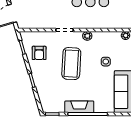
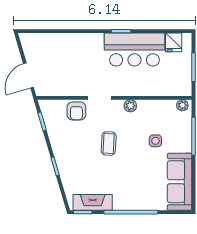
armchair: (39, 53) -> (76, 111), moved
coffee table: (71, 64) -> (109, 143), width x0.54, depth x0.58
fireplace: (79, 107) -> (93, 202), moved

